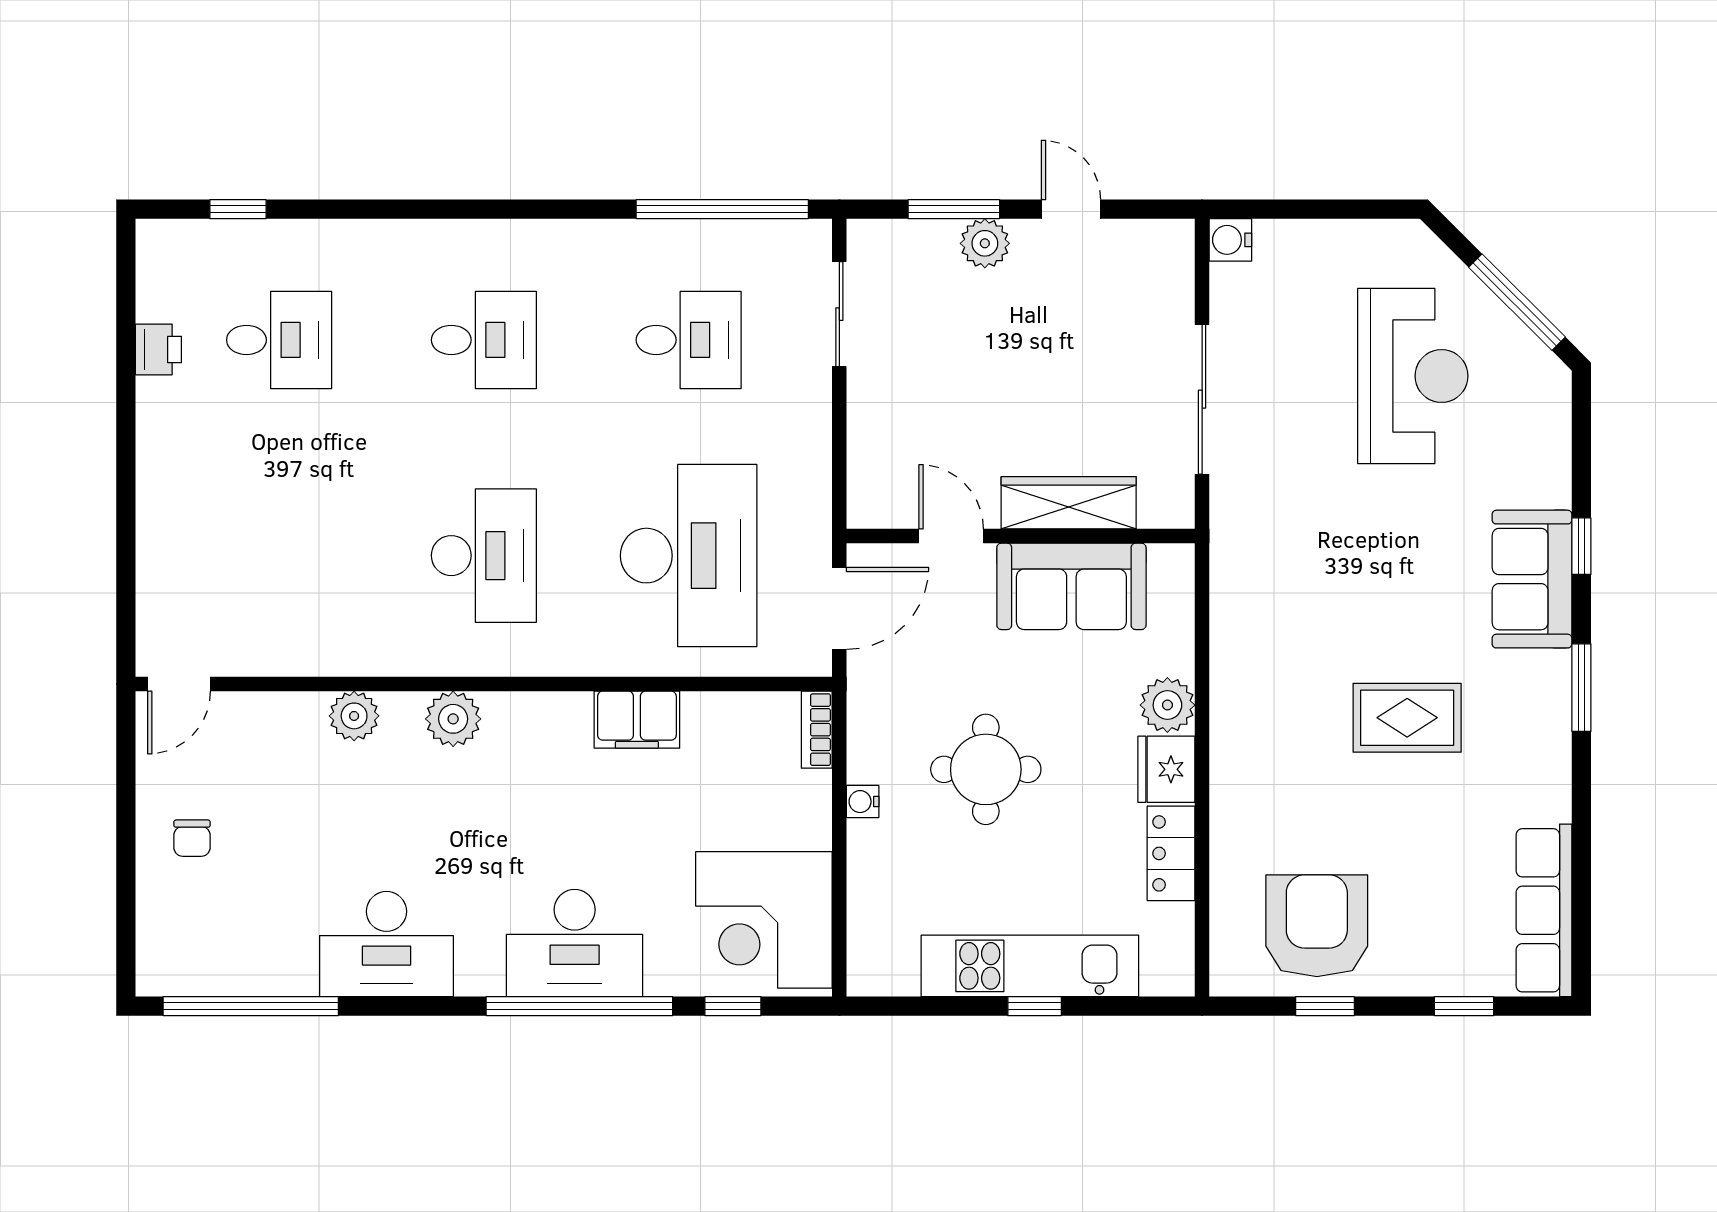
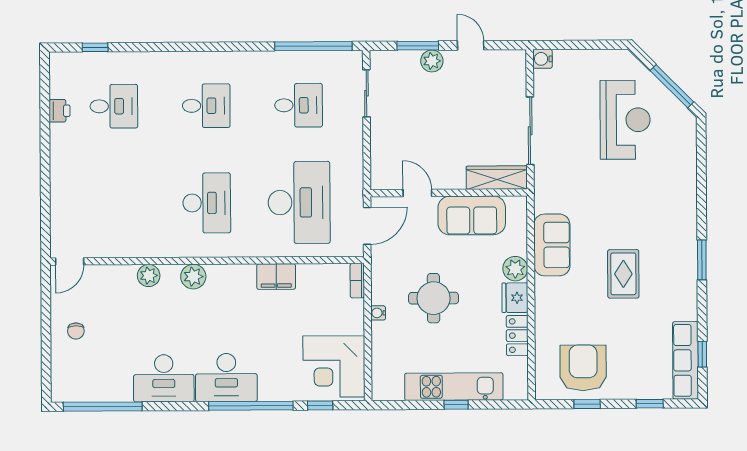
wardrobe: (1069, 503) -> (497, 178), moved
window: (1581, 546) -> (702, 354), moved
sofa: (1532, 579) -> (552, 245), moved, turned 180
rug: (1407, 718) -> (623, 274), turned 90
desk: (575, 943) -> (226, 377), moved

